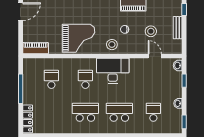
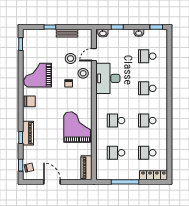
stool: (112, 45) -> (83, 73), moved
desk: (113, 71) -> (108, 78), moved
school desk: (51, 112) -> (147, 153), added
school desk: (85, 112) -> (147, 121), width x0.54
school desk: (119, 112) -> (147, 88), width x0.54

